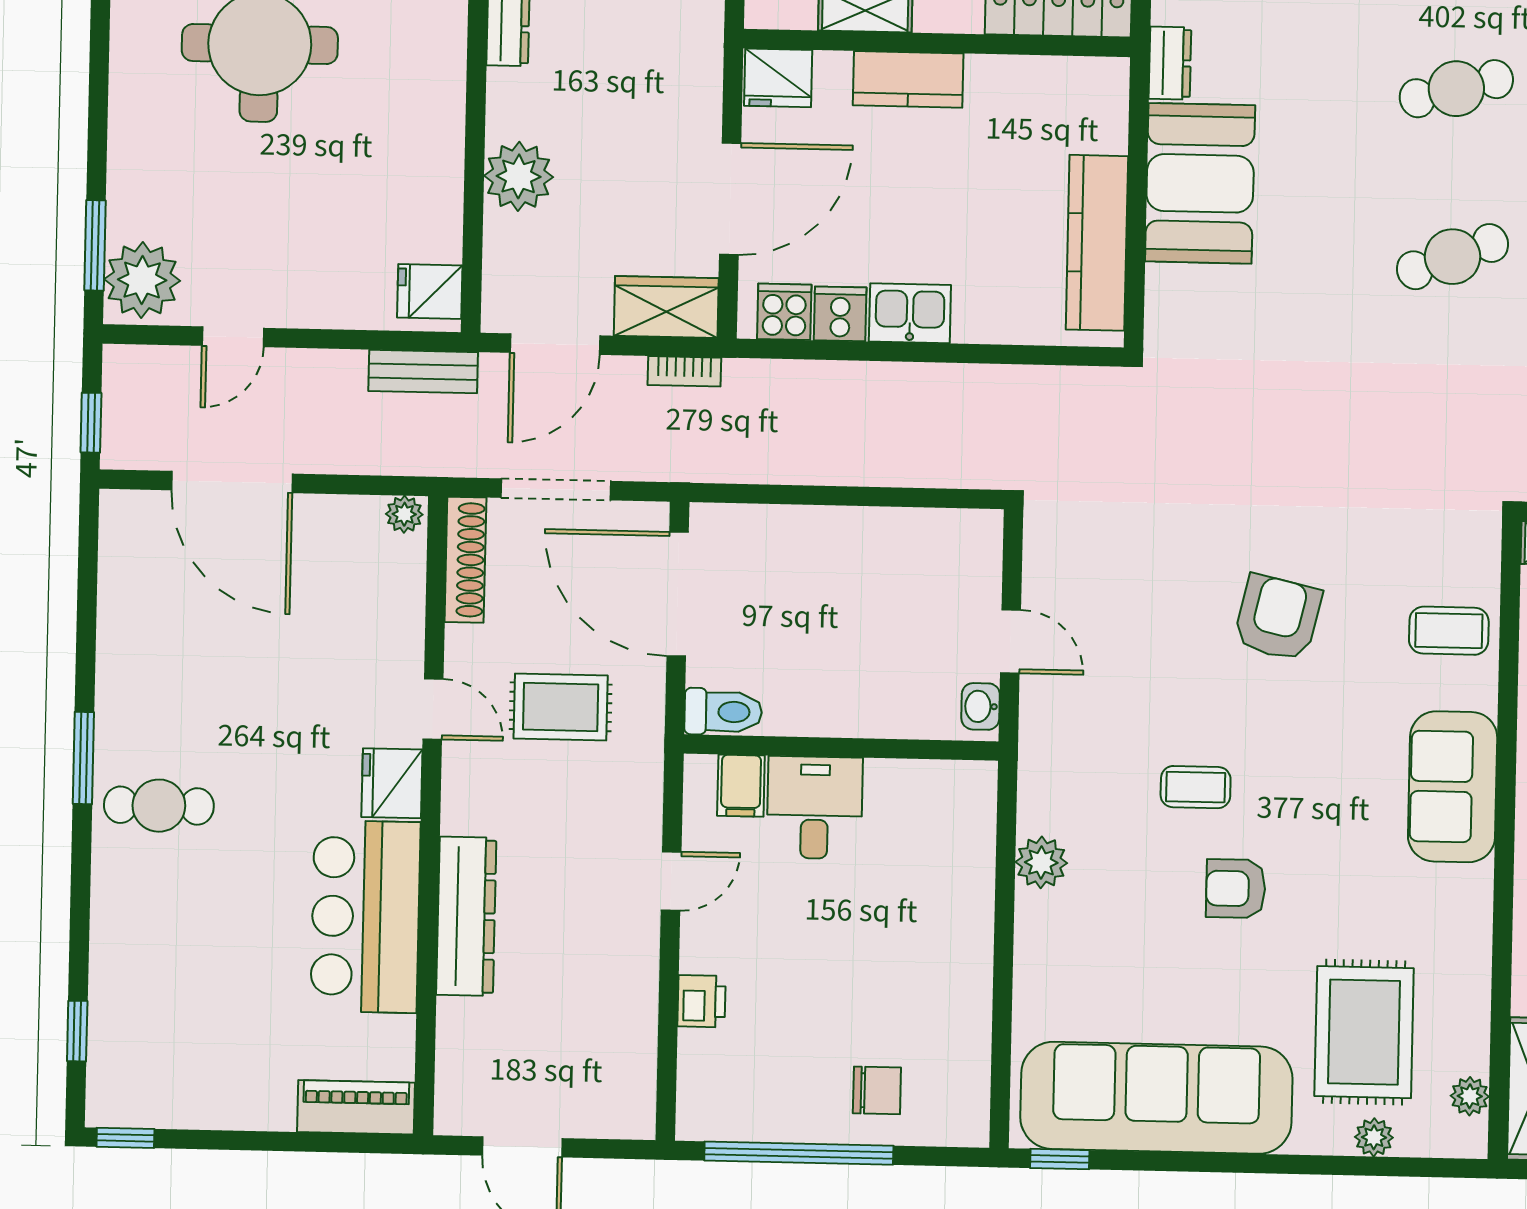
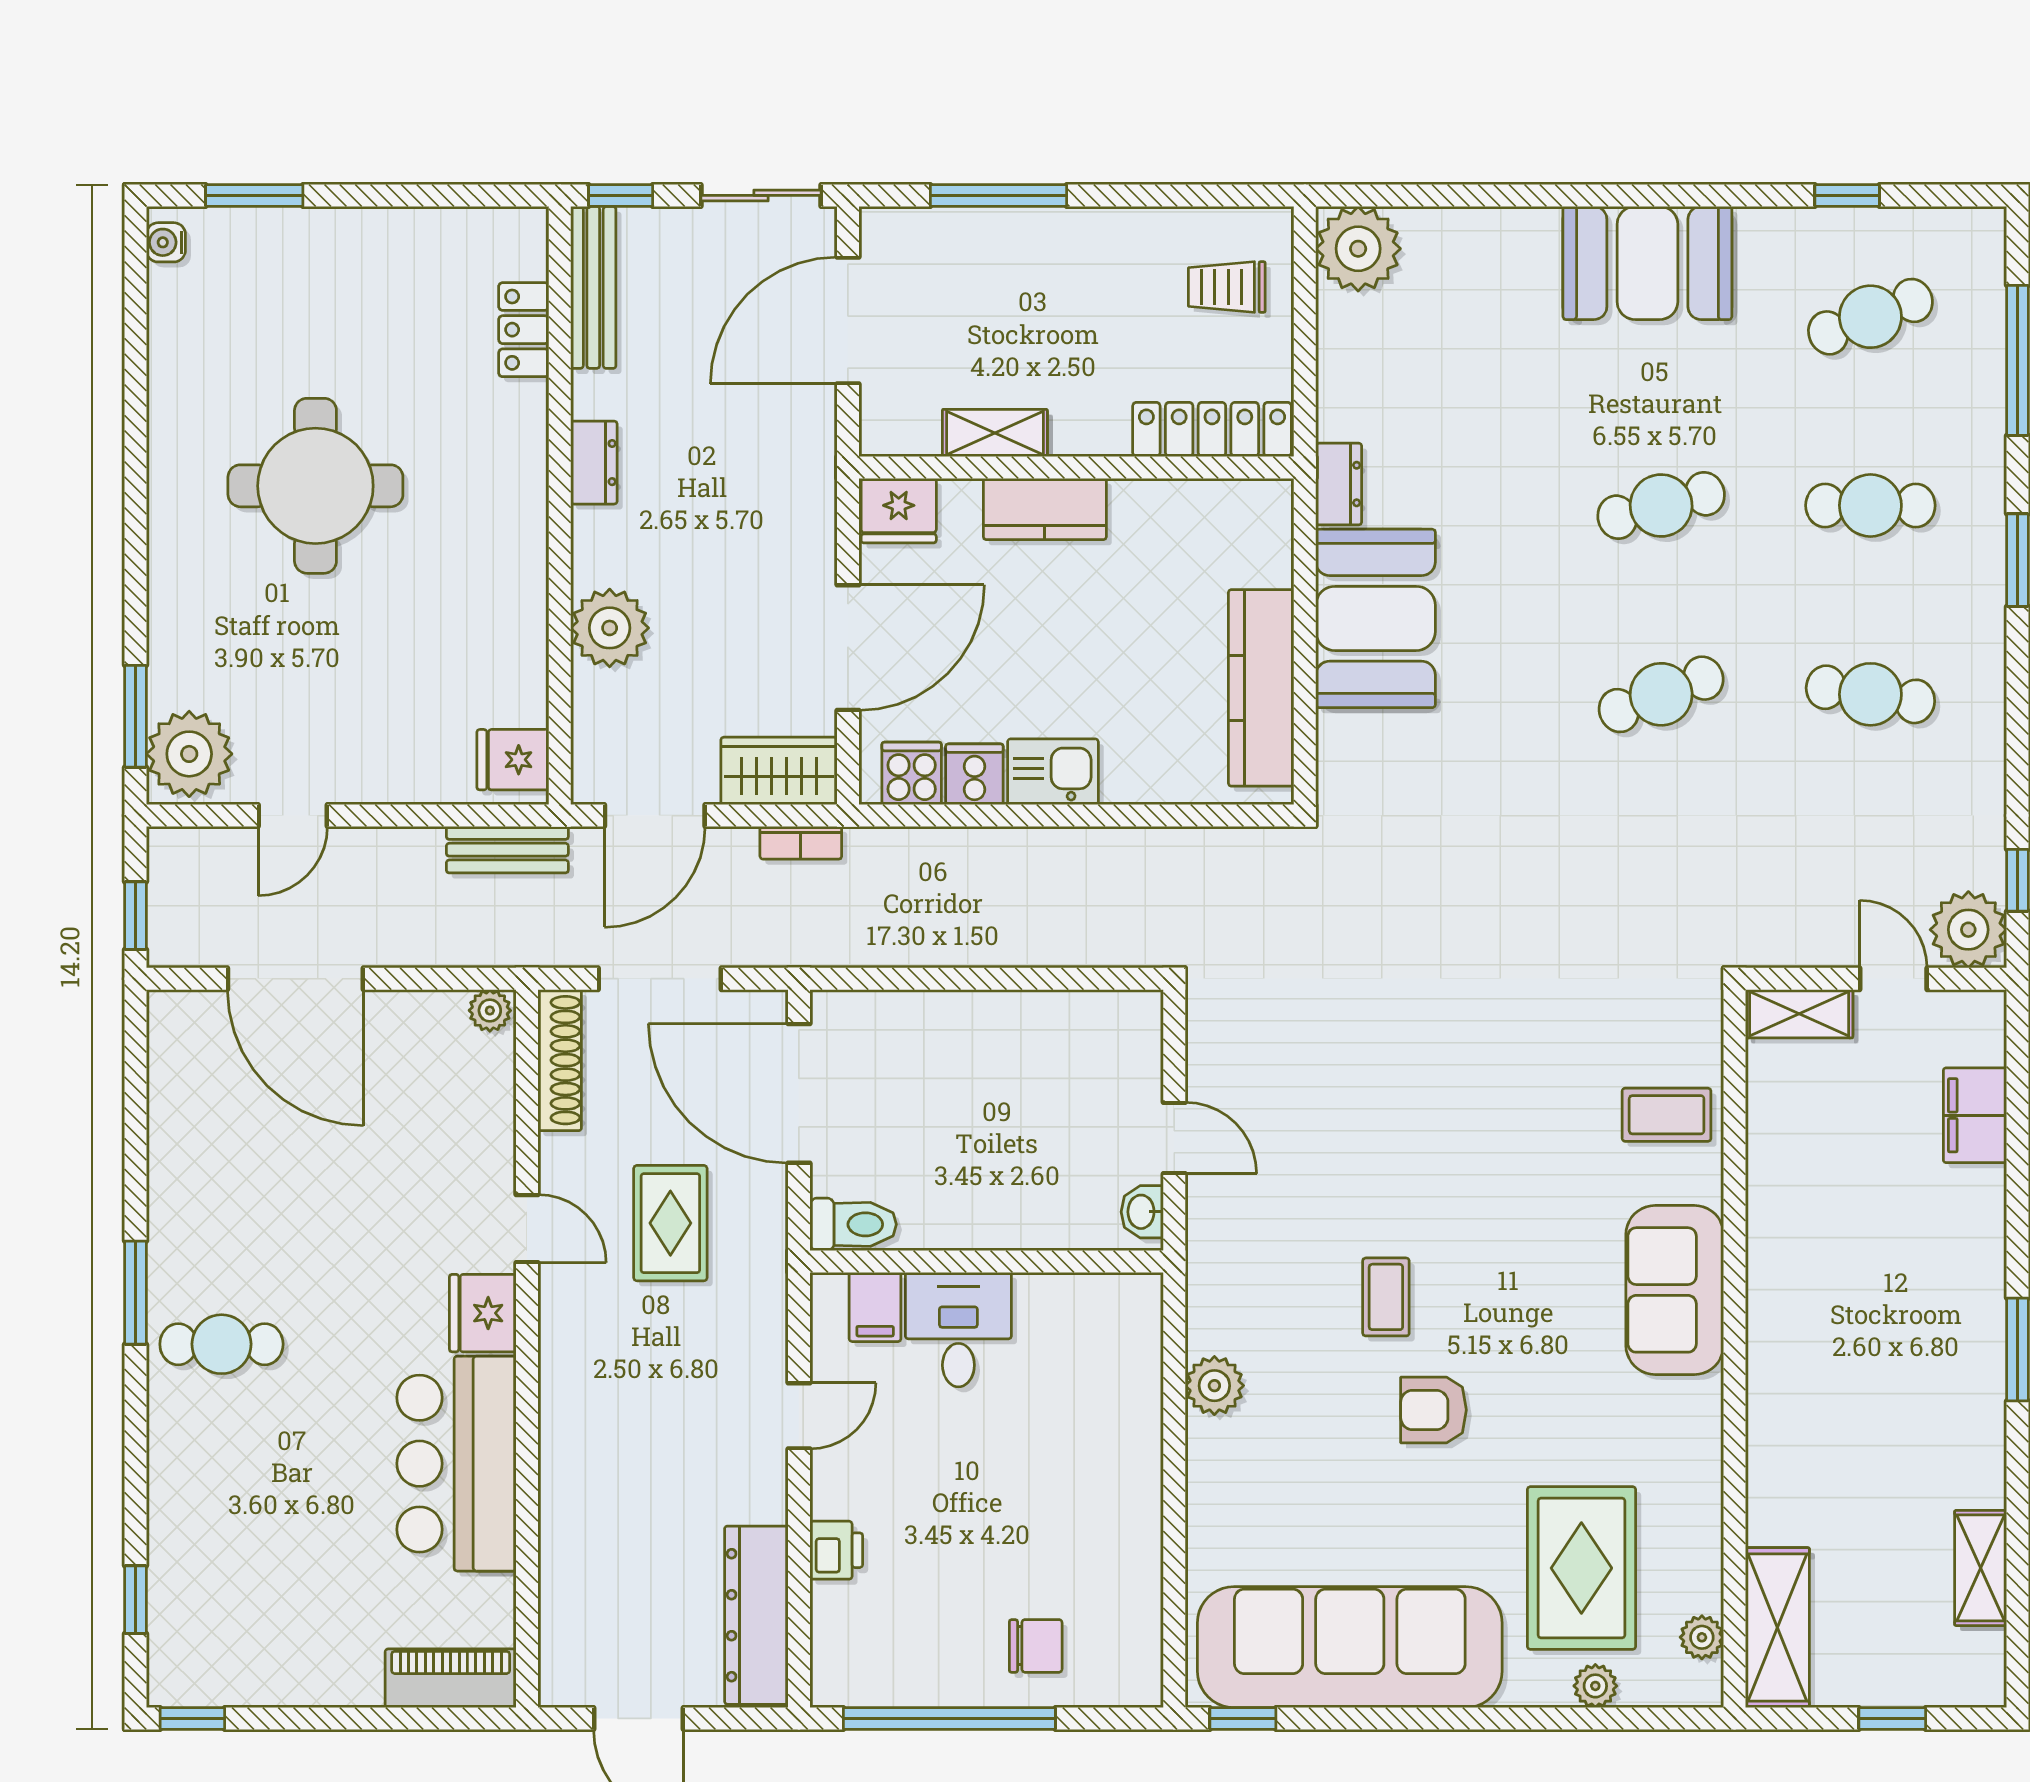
armchair: (1278, 618) -> (1474, 1105), removed
rug: (561, 707) -> (670, 1223), turned 90
coffee table: (1196, 787) -> (1386, 1297), turned 90
dresser: (466, 916) -> (756, 1615), moved, turned 180

